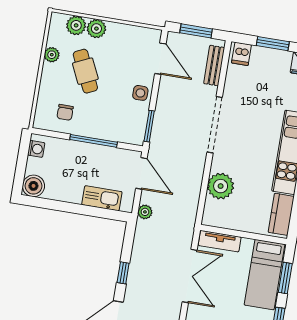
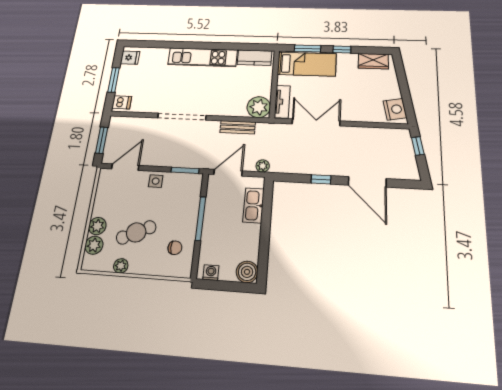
bench: (214, 66) -> (238, 127), moved
plant: (221, 186) -> (259, 107), moved

